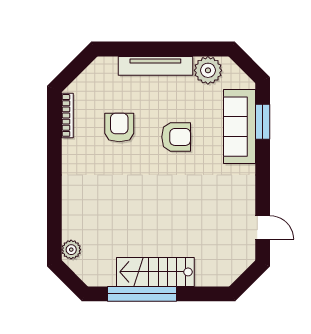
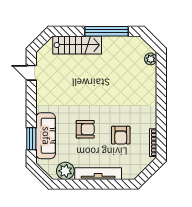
armchair: (176, 137) -> (85, 129), turned 180
stairs: (155, 272) -> (77, 45), moved

